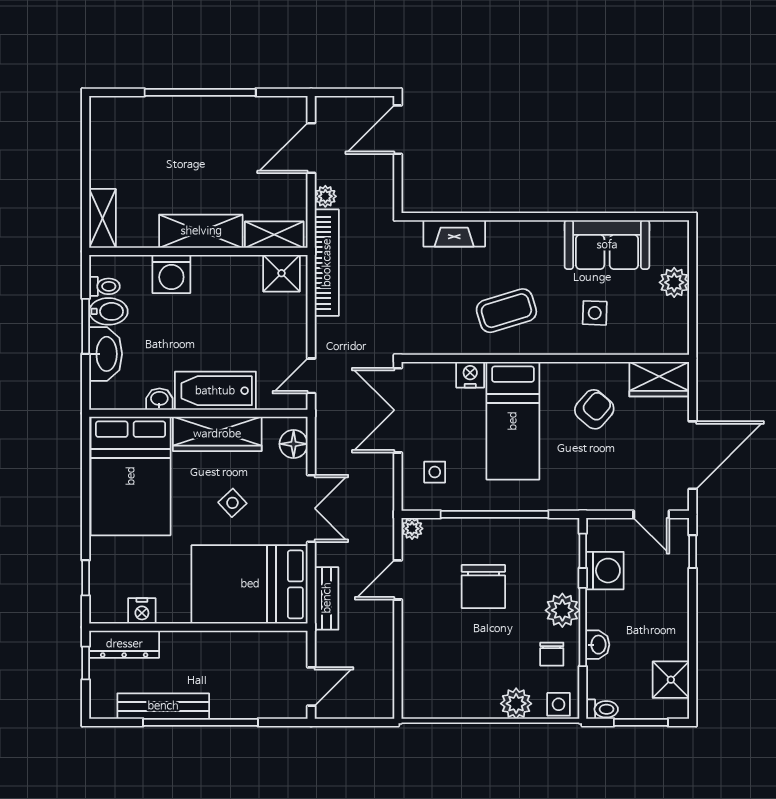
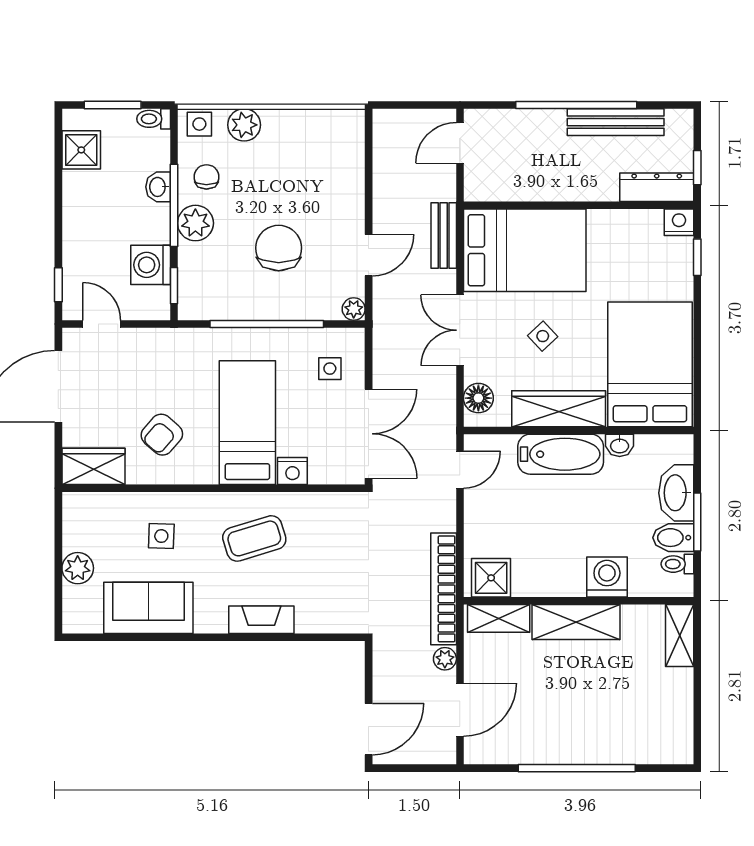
fireplace: (454, 233) -> (261, 620), moved
nightstand: (142, 611) -> (679, 222), moved

